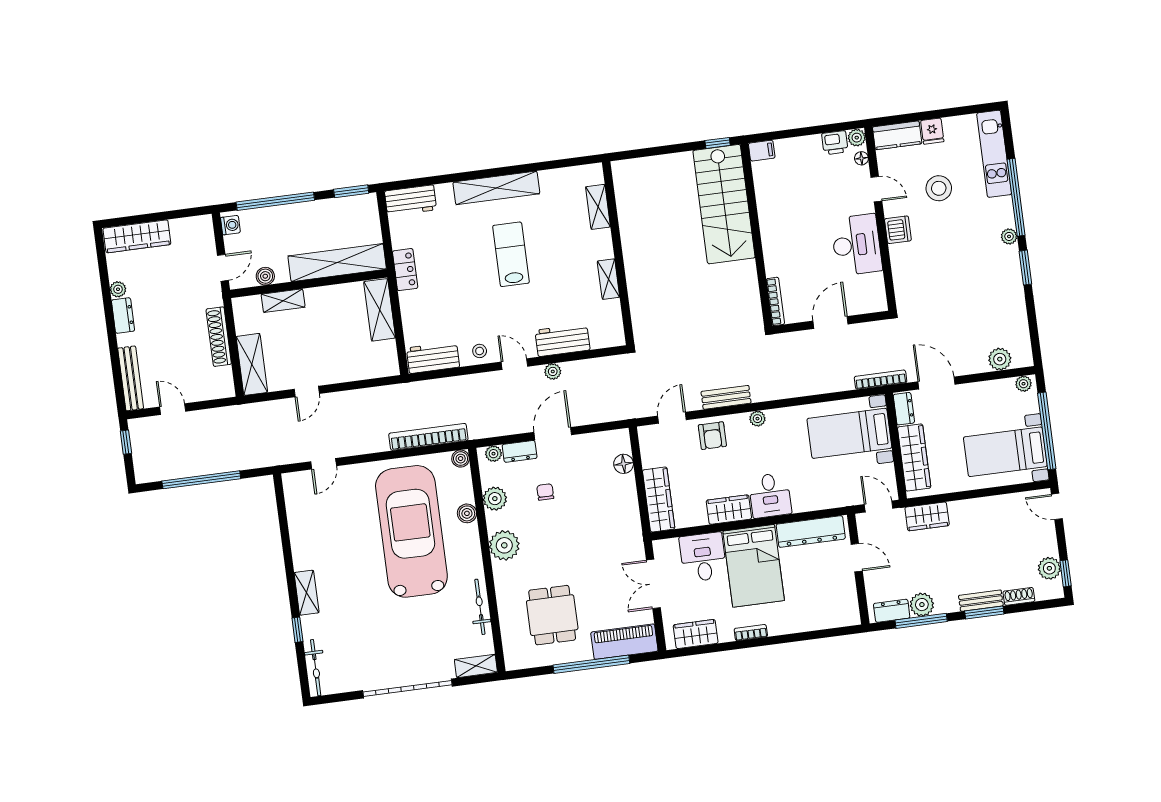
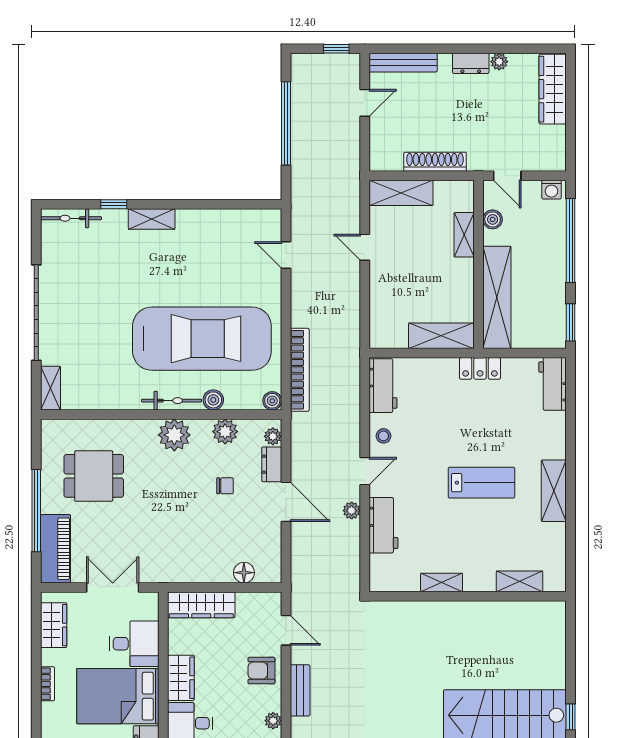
shelving: (496, 188) -> (554, 491), width x0.68
bicycle: (480, 607) -> (172, 401), moved

